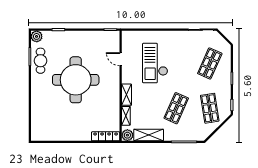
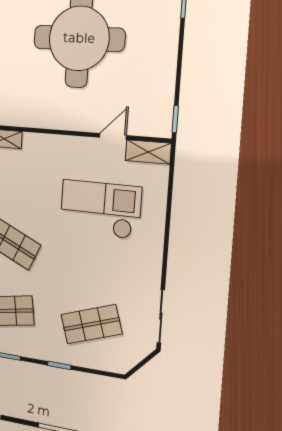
shop shelf: (210, 63) -> (91, 324), turned -42
shelving: (126, 95) -> (148, 152), moved

